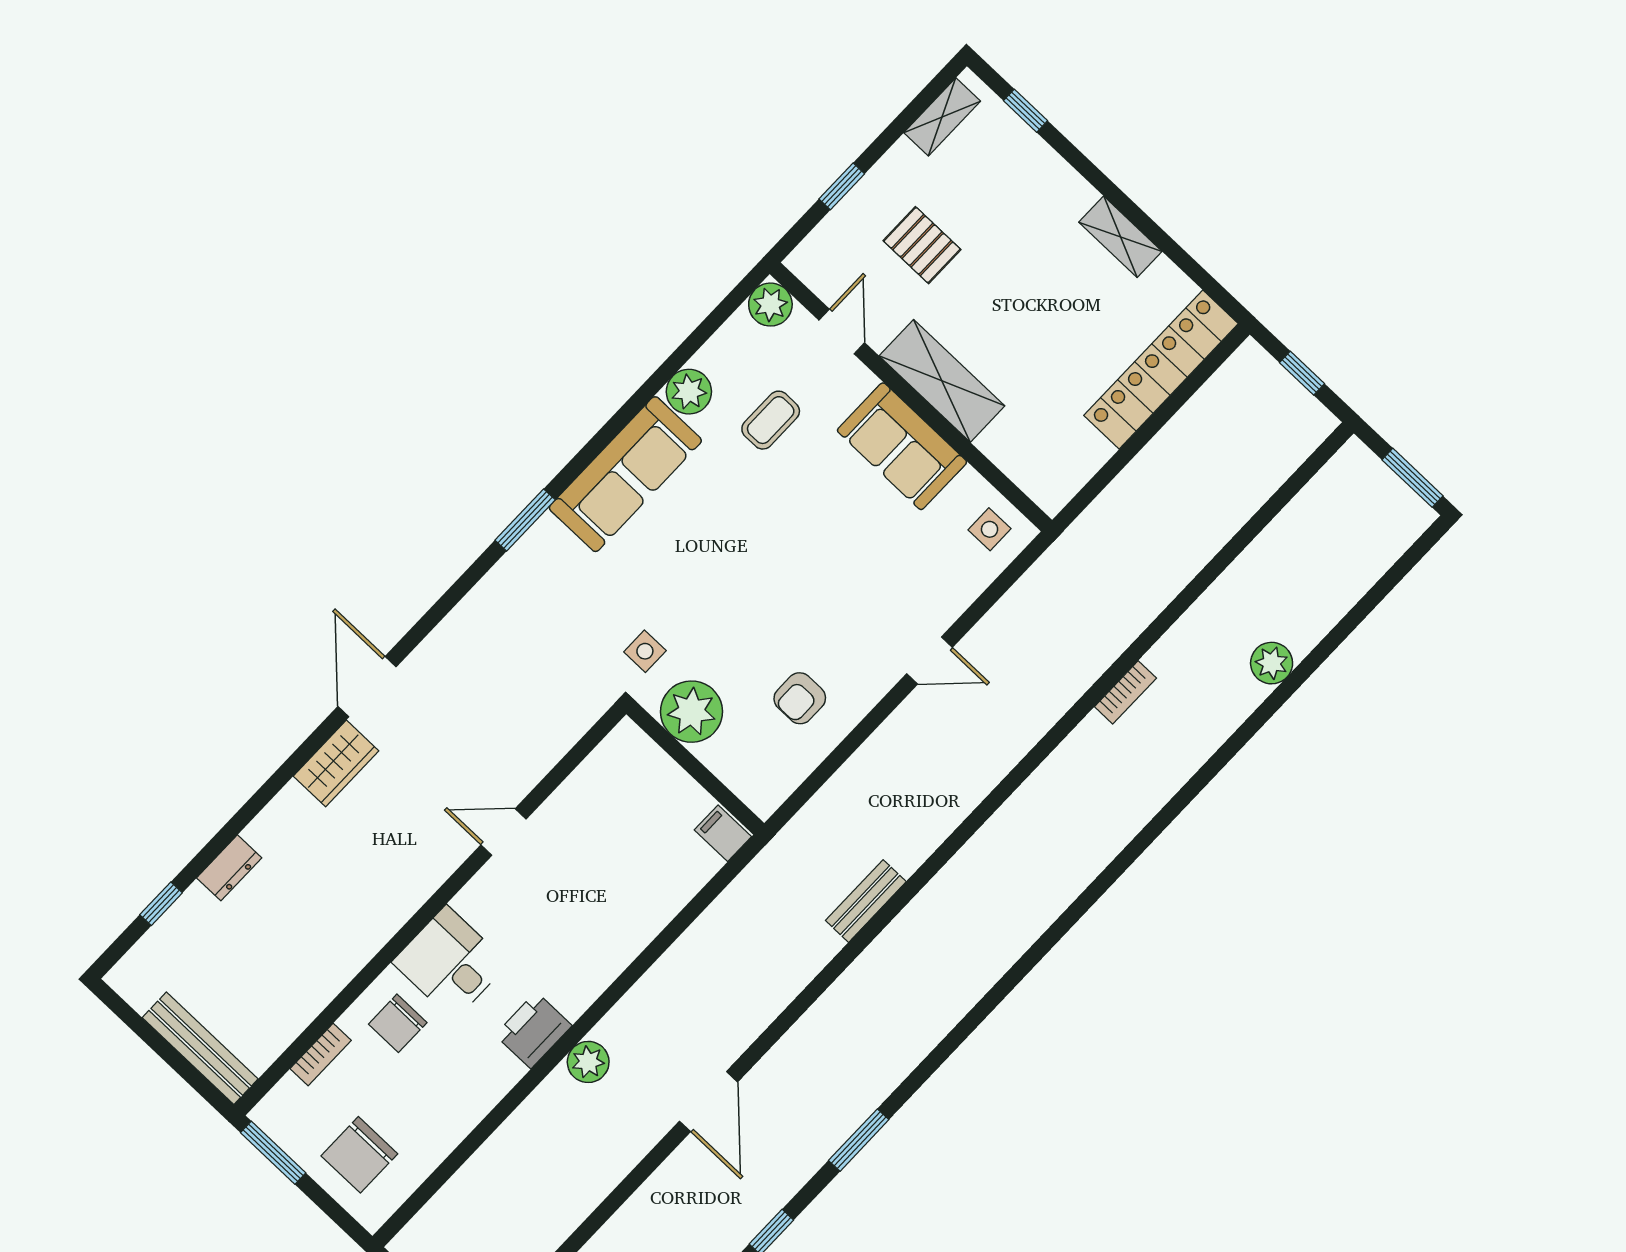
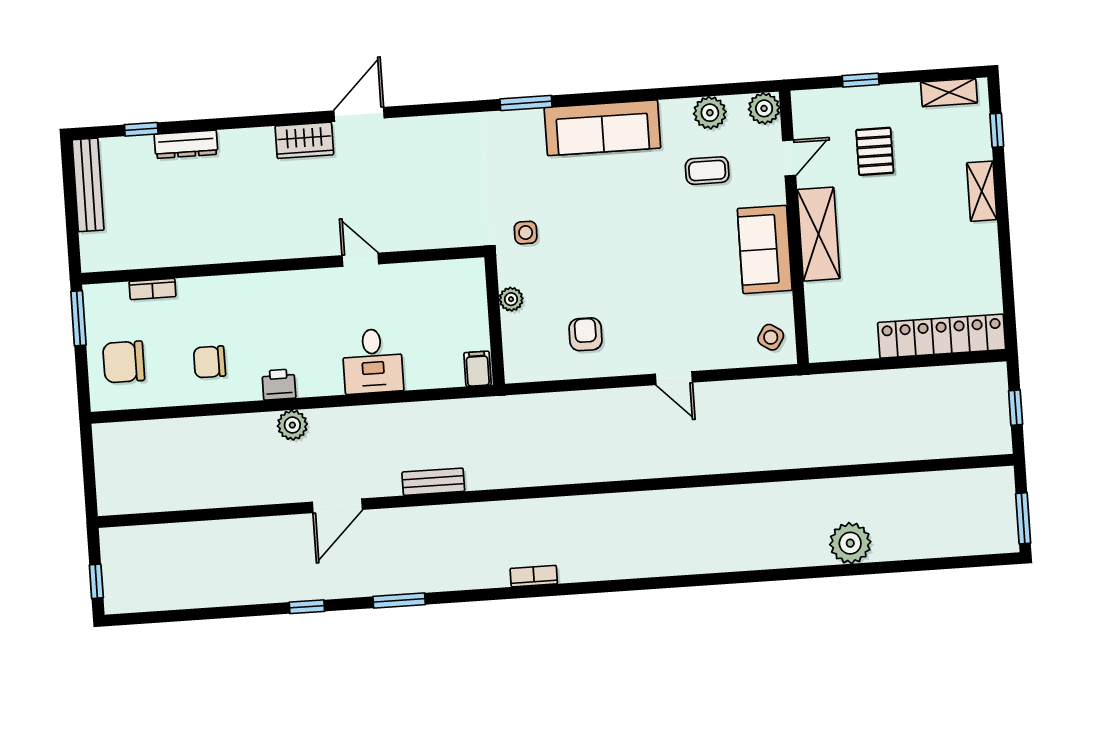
shelving: (1120, 237) -> (982, 191), moved
plant: (689, 392) -> (710, 113), moved
side table: (990, 529) -> (771, 337), turned 33
plant: (1272, 663) -> (850, 543), width x1.36, depth x1.36
bookcase: (1125, 692) -> (534, 576), moved, turned 180
armchair: (800, 698) -> (585, 334), turned 90
plant: (691, 712) -> (511, 299), width x0.53, depth x0.53
dresser: (229, 868) -> (186, 144), width x1.44
bench: (866, 901) -> (433, 482), moved
desk: (450, 963) -> (373, 361), moved, turned 180
chair: (398, 1023) -> (210, 362), moved
printer: (533, 1030) -> (279, 384), width x0.73, depth x0.81
bench: (200, 1048) -> (88, 185), moved

